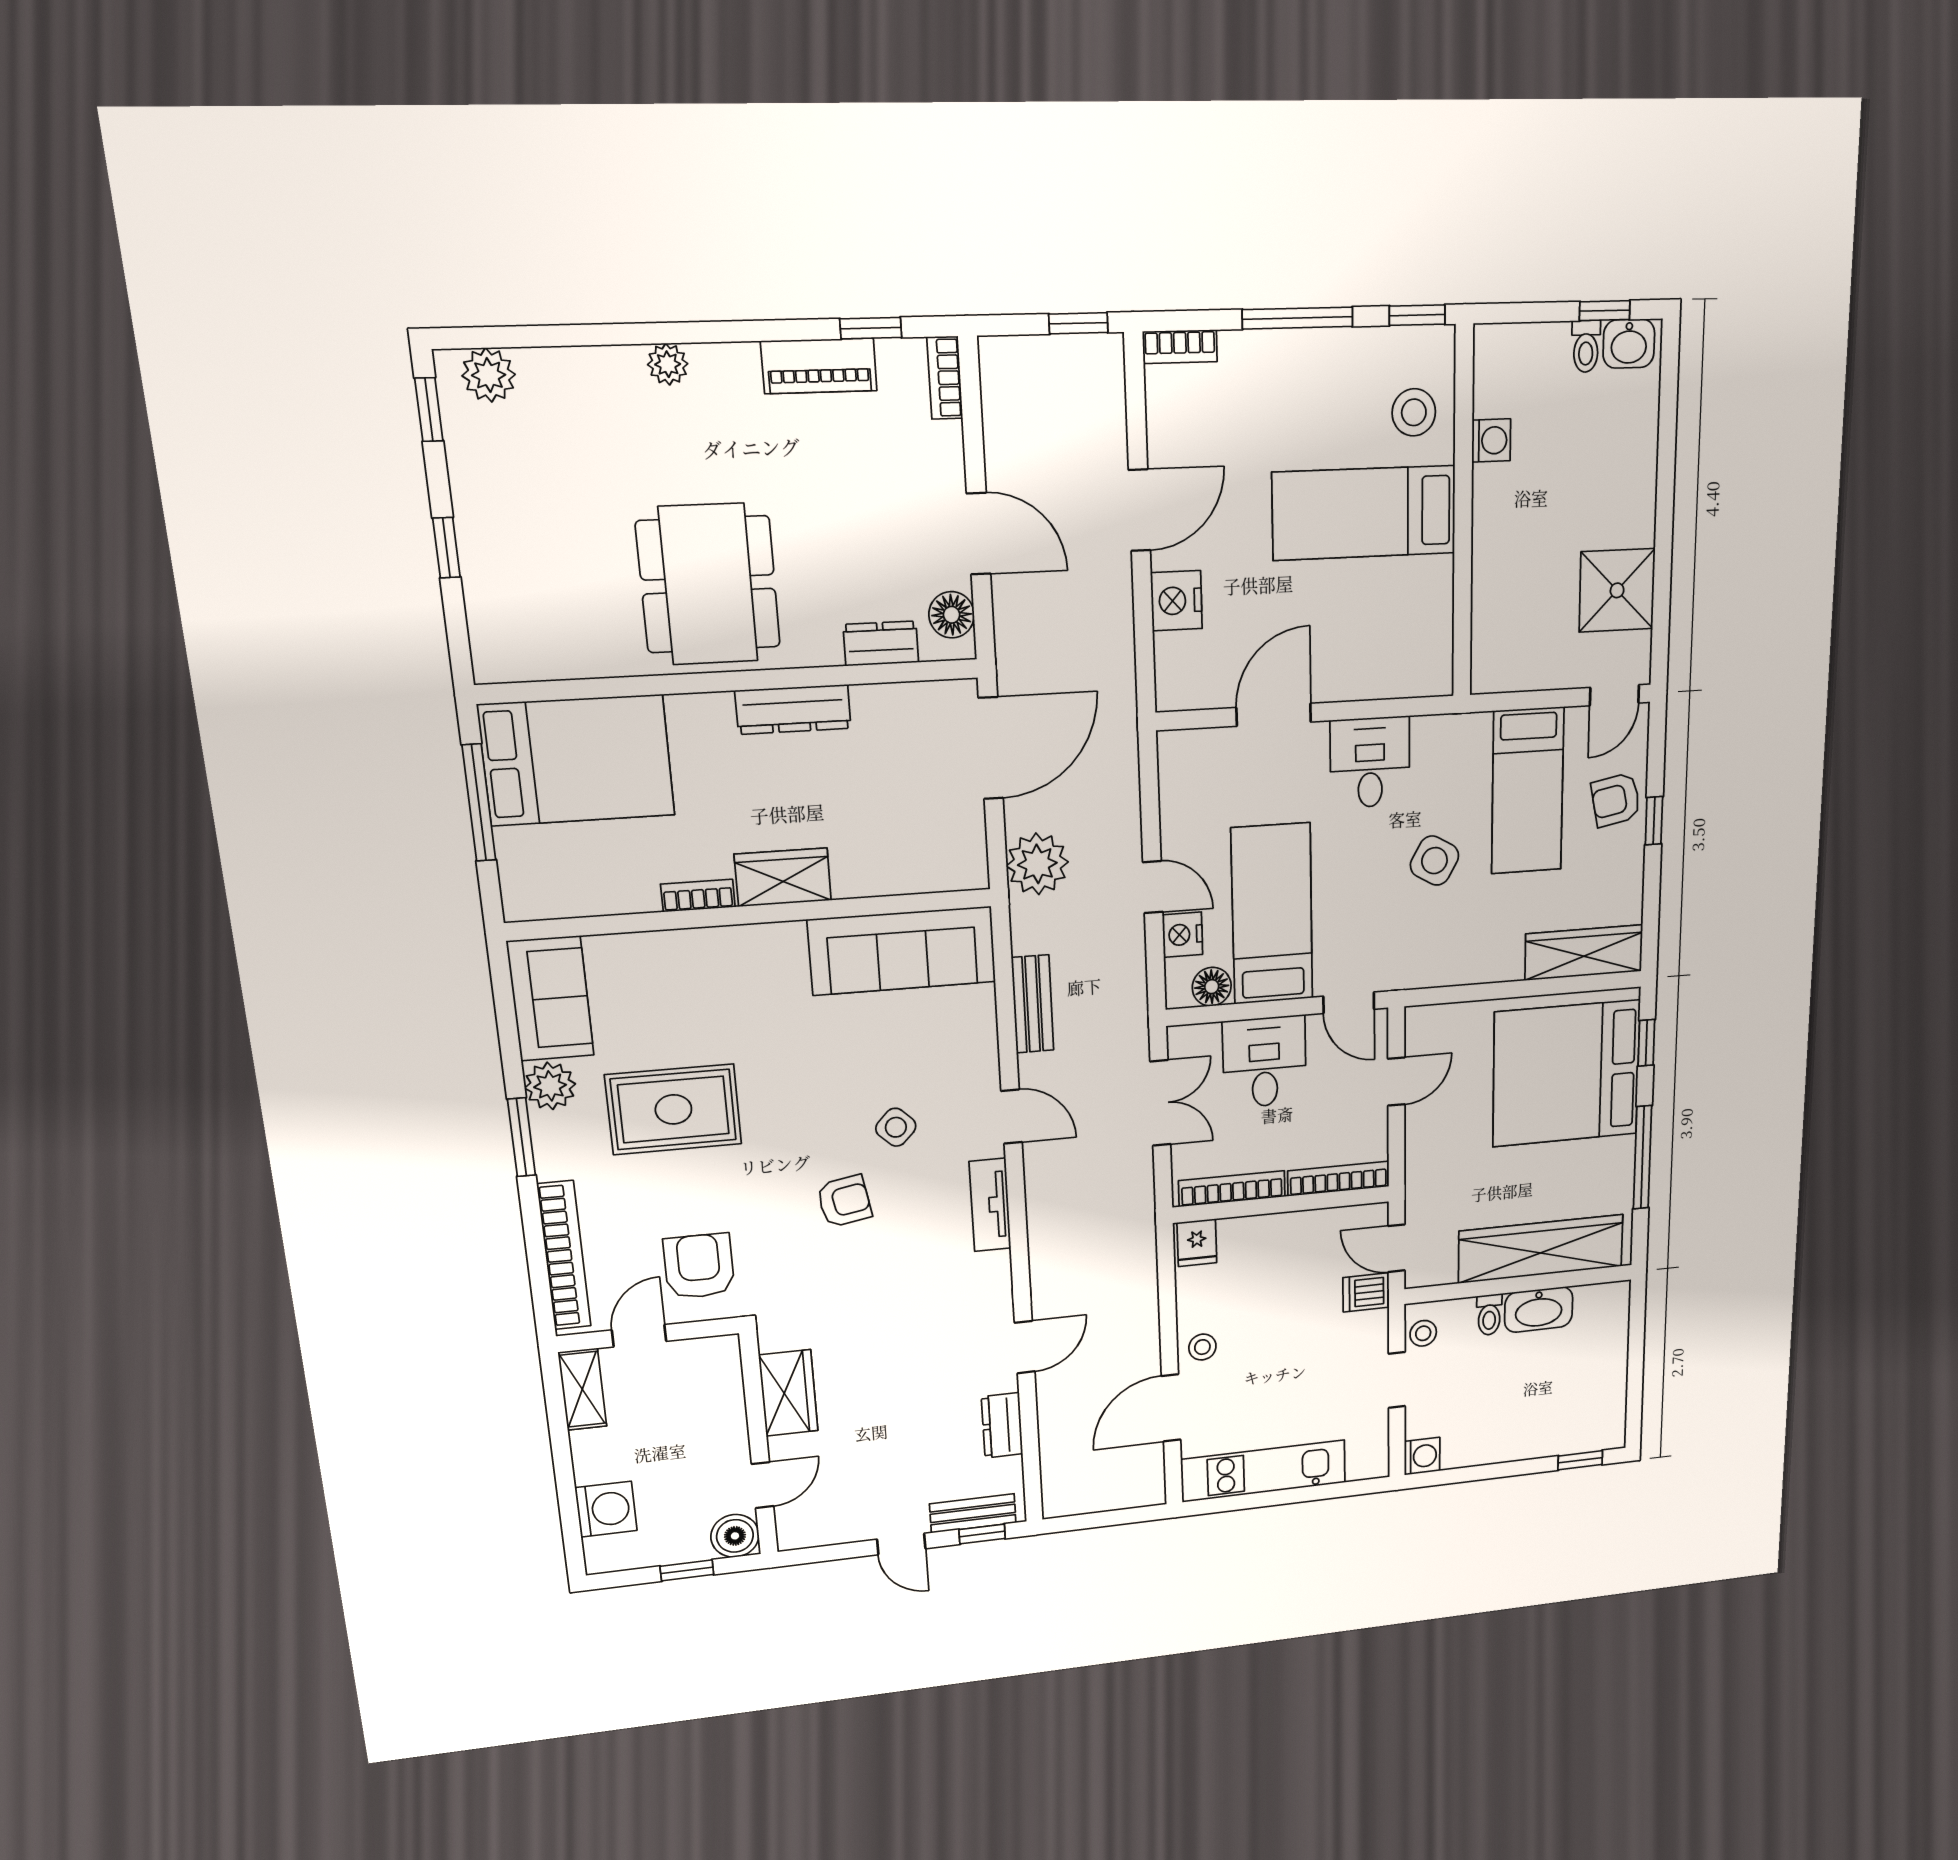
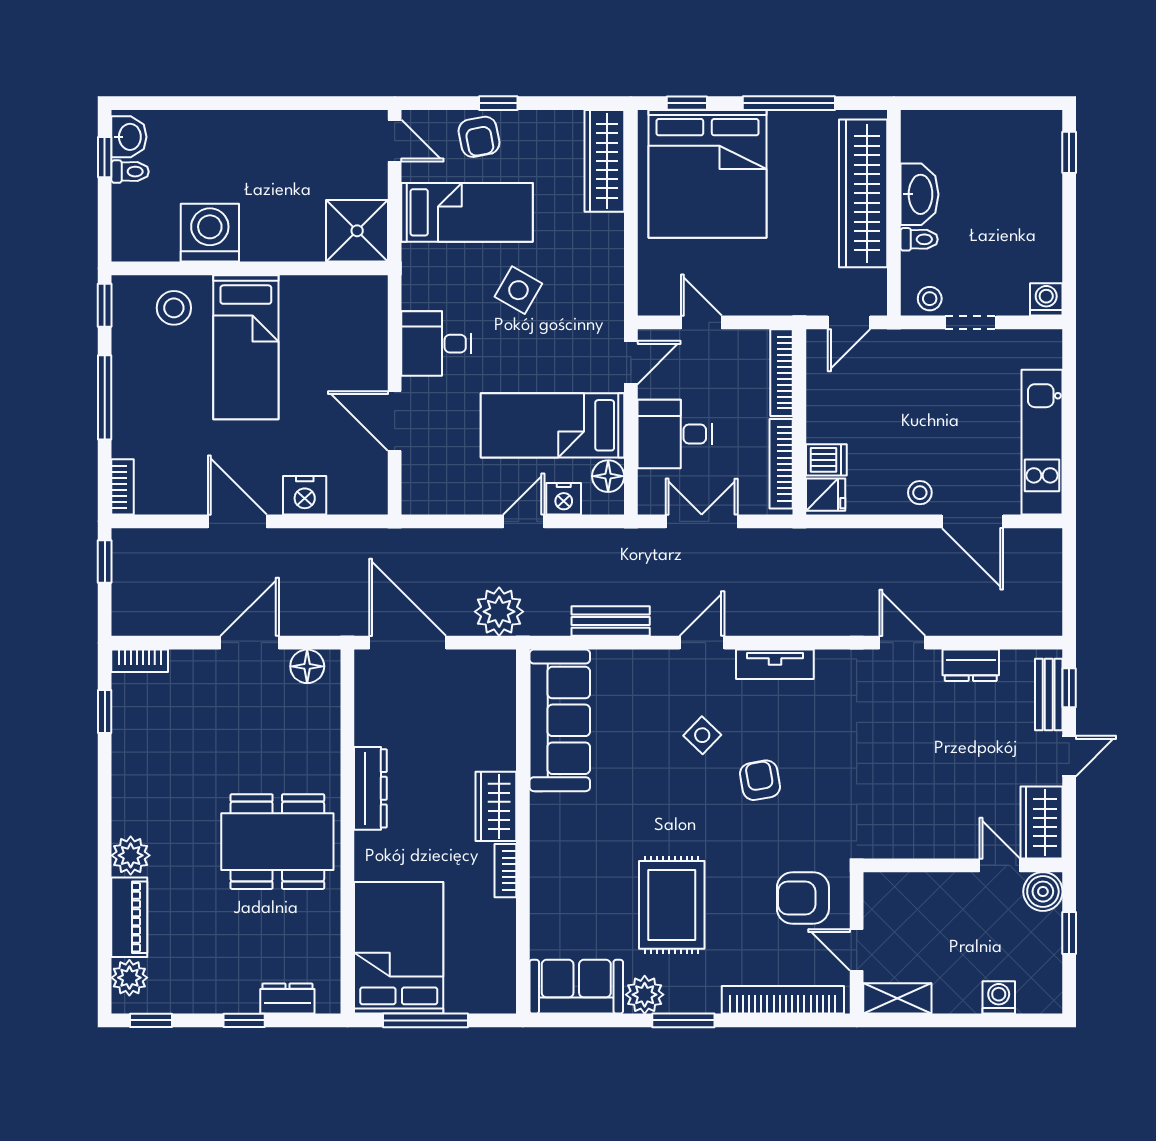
plant: (668, 364) -> (131, 855), width x1.38, depth x1.38
piano: (819, 366) -> (129, 917), moved
washing machine: (1491, 440) -> (210, 233), width x1.89, depth x1.89
shower: (1617, 590) -> (357, 231), moved
dresser: (881, 643) -> (287, 998), moved, turned 90
dishwasher: (1366, 1292) -> (826, 460), moved, turned -90
wardrobe: (788, 1393) -> (1041, 822), moved, turned -90
washing machine: (606, 1509) -> (999, 997), width x0.73, depth x0.73

